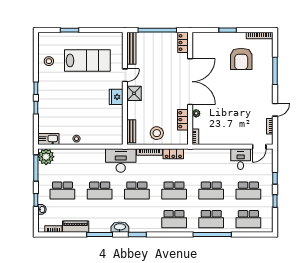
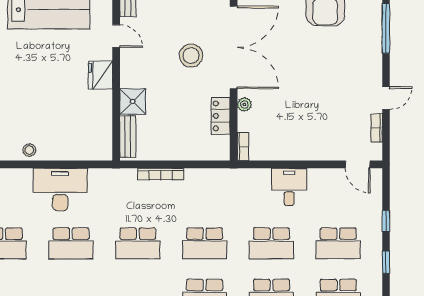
door: (125, 75) -> (116, 36), hinge flipped
shower: (134, 93) -> (133, 101), moved
stool: (157, 133) -> (191, 56), moved
door: (259, 147) -> (358, 164), hinge flipped
locker: (173, 154) -> (203, 177), removed
desk: (241, 159) -> (289, 187), moved
desk: (121, 161) -> (60, 189), moved

